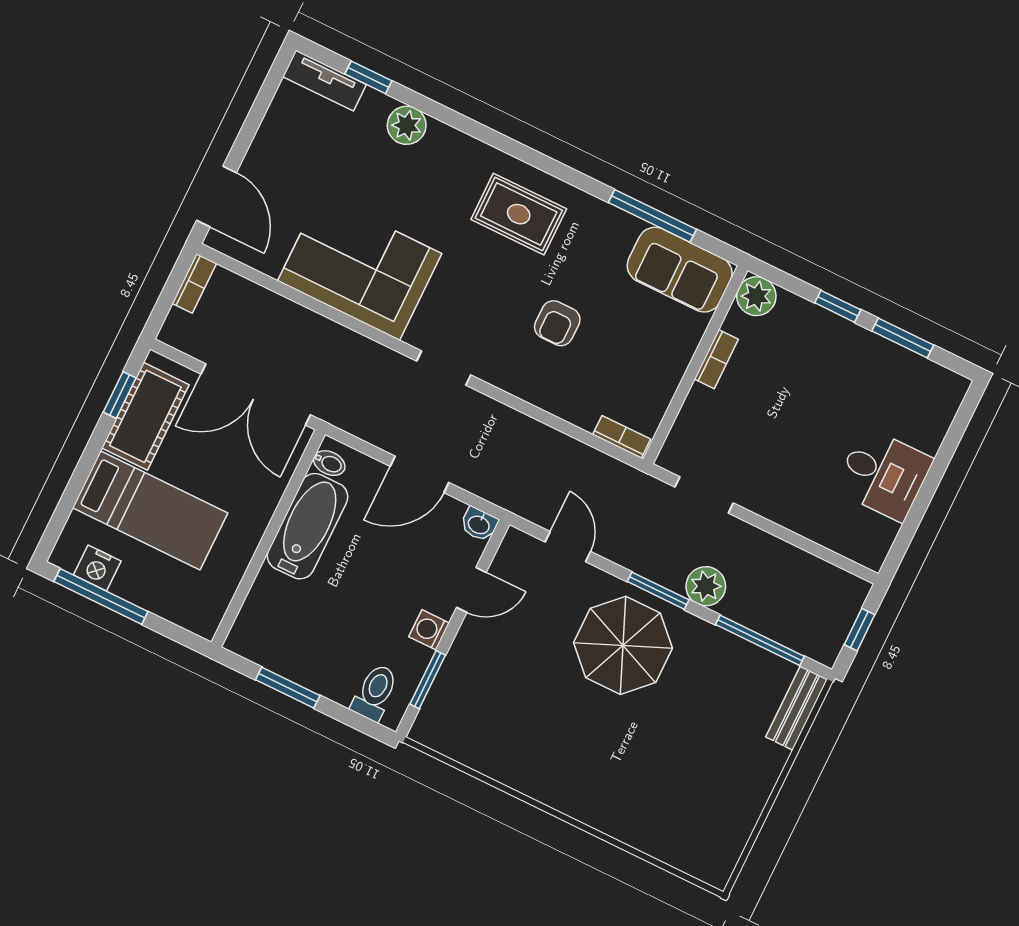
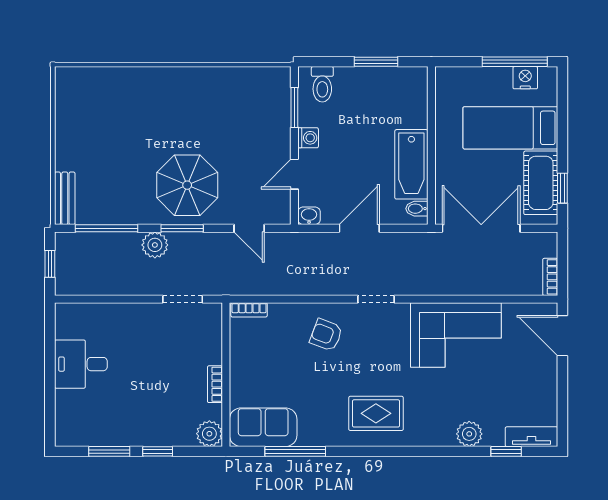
armchair: (557, 323) -> (326, 335), moved, turned -69

